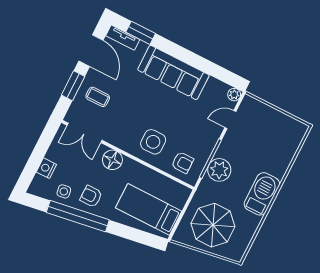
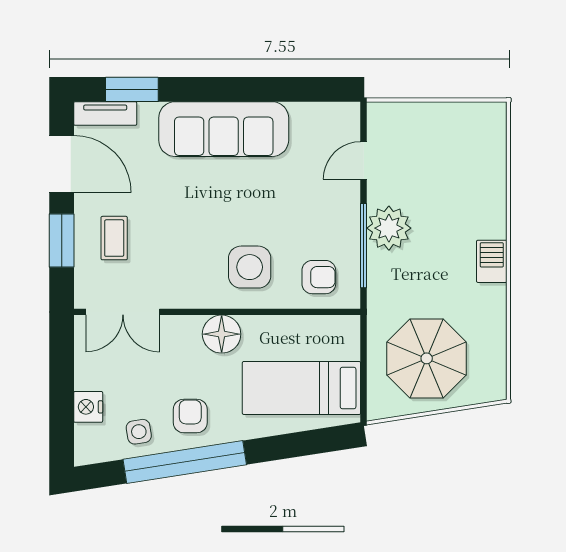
plant: (234, 95) -> (348, 114), removed
coffee table: (98, 97) -> (114, 238), turned 90
floor lamp: (112, 160) -> (222, 334), moved
plant: (219, 170) -> (389, 228), moved
barbecue: (262, 194) -> (492, 261), width x0.53, depth x0.65
armchair: (91, 196) -> (190, 416), turned 90

